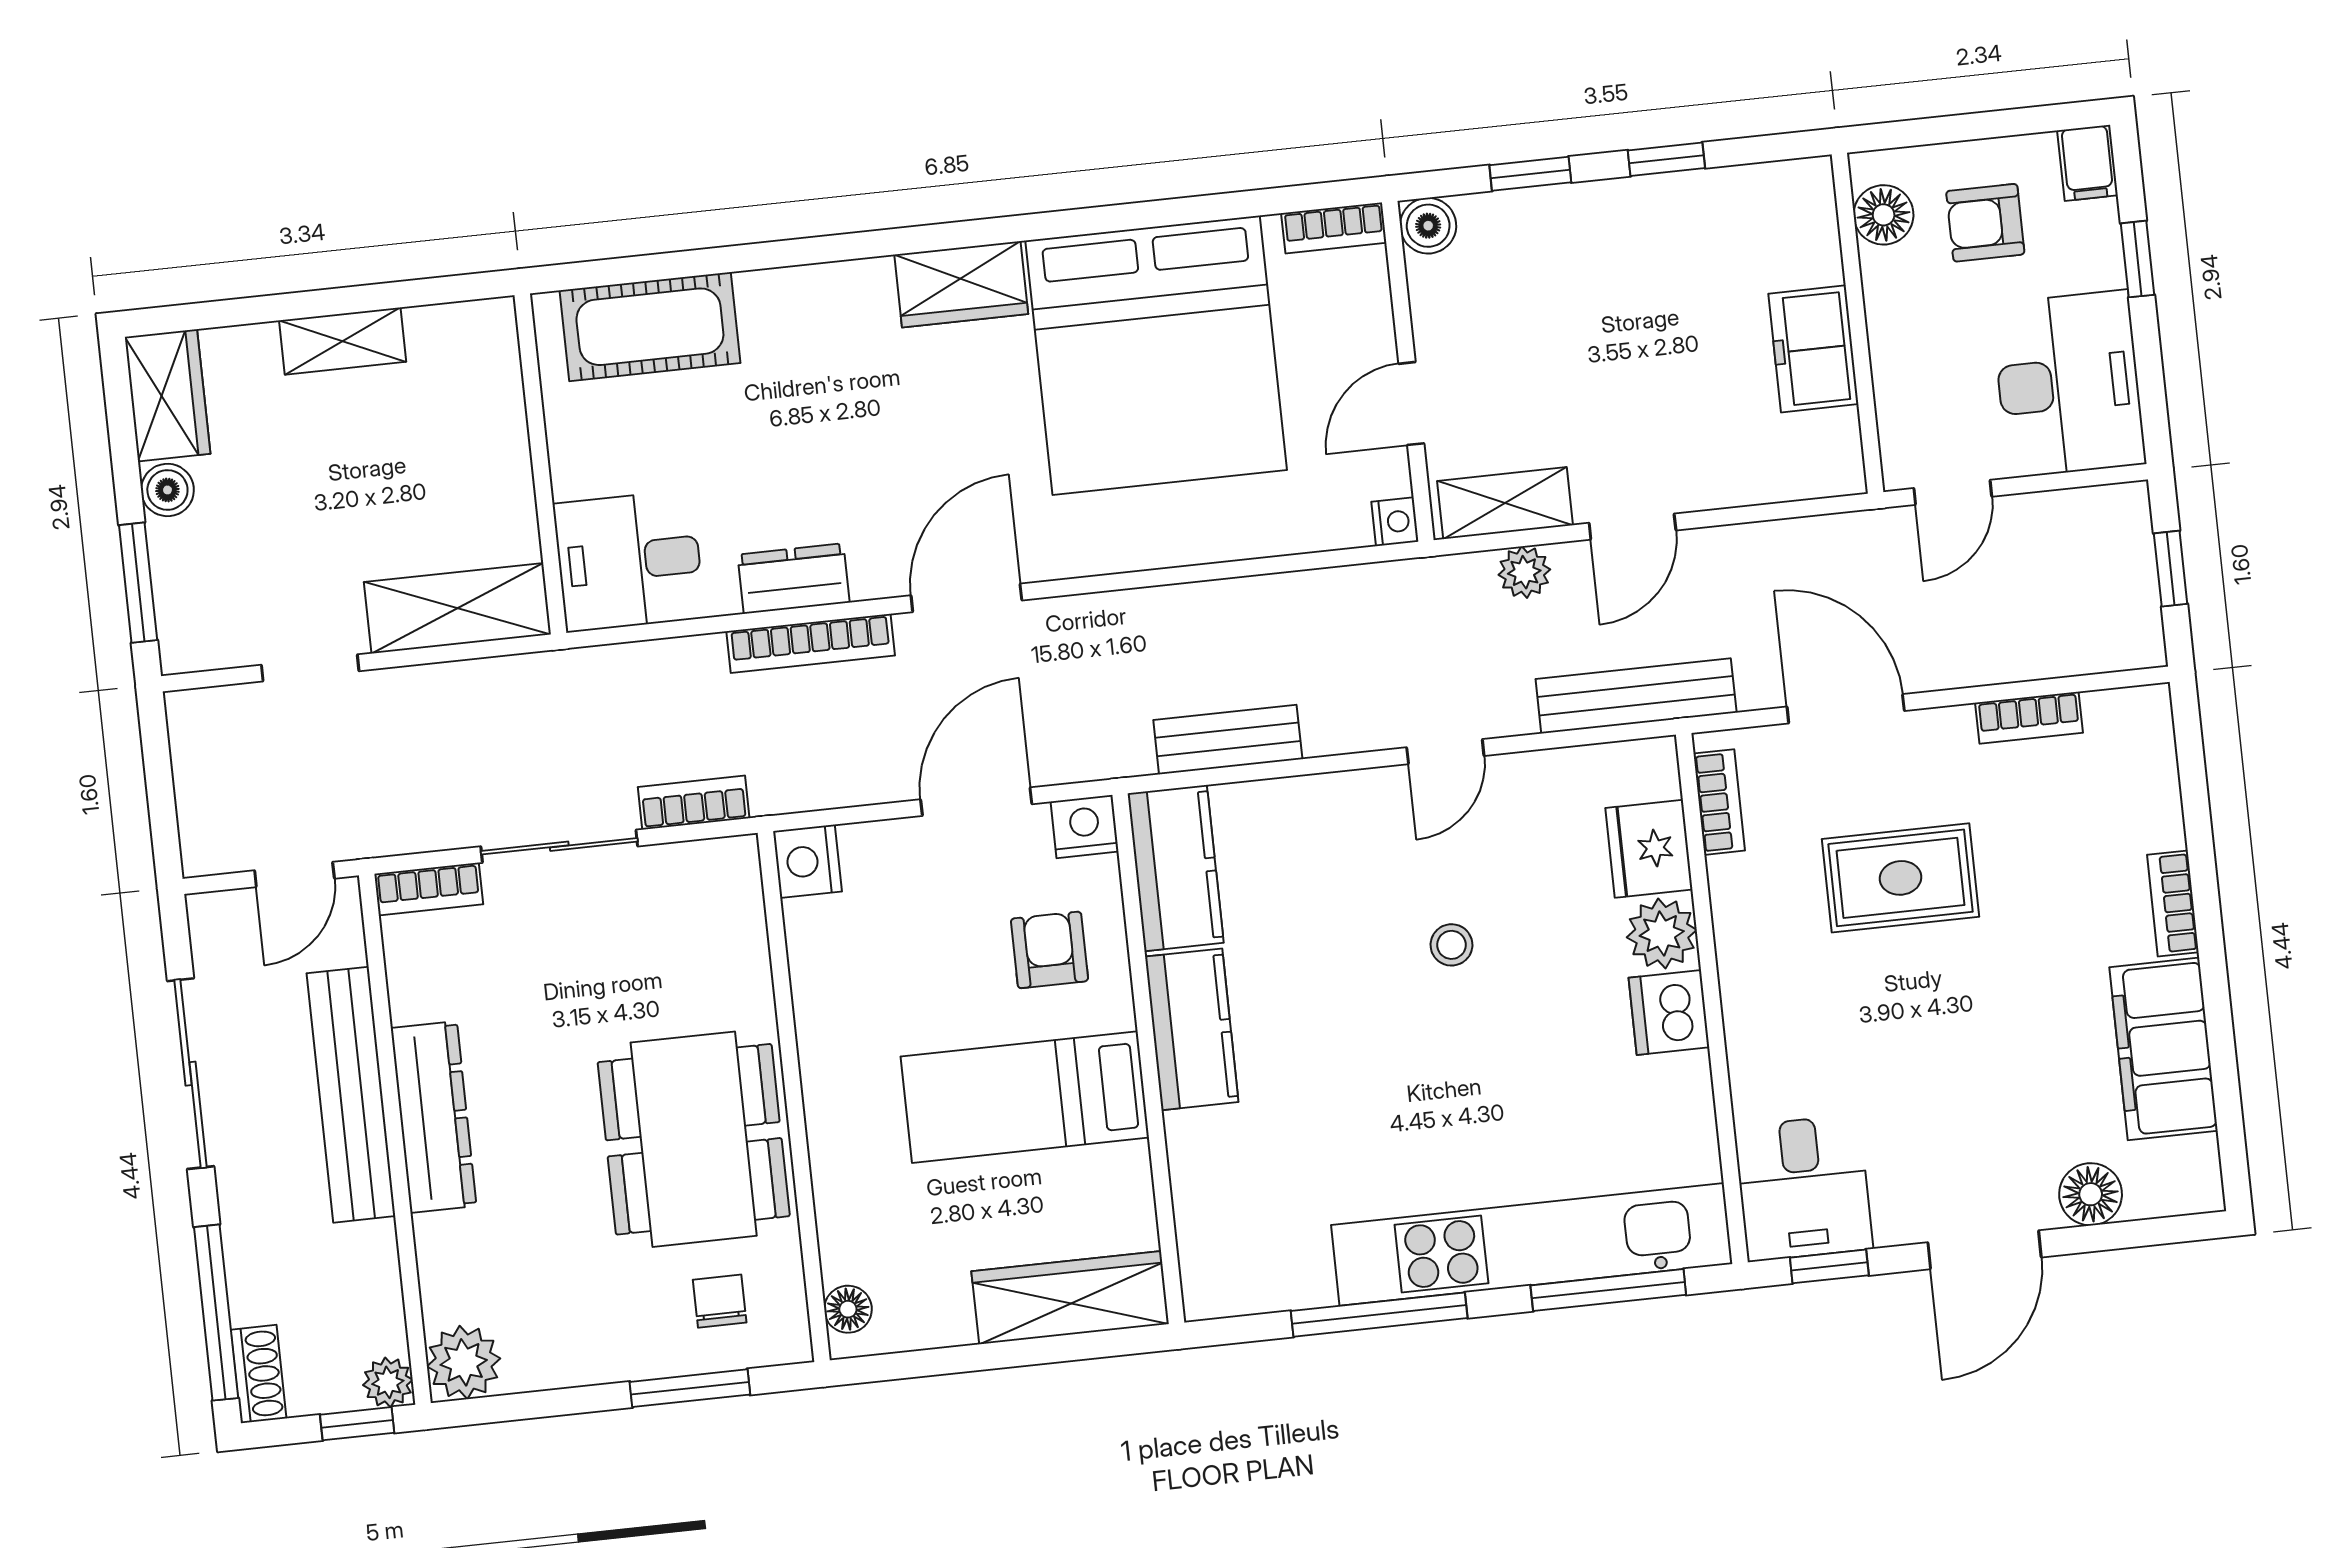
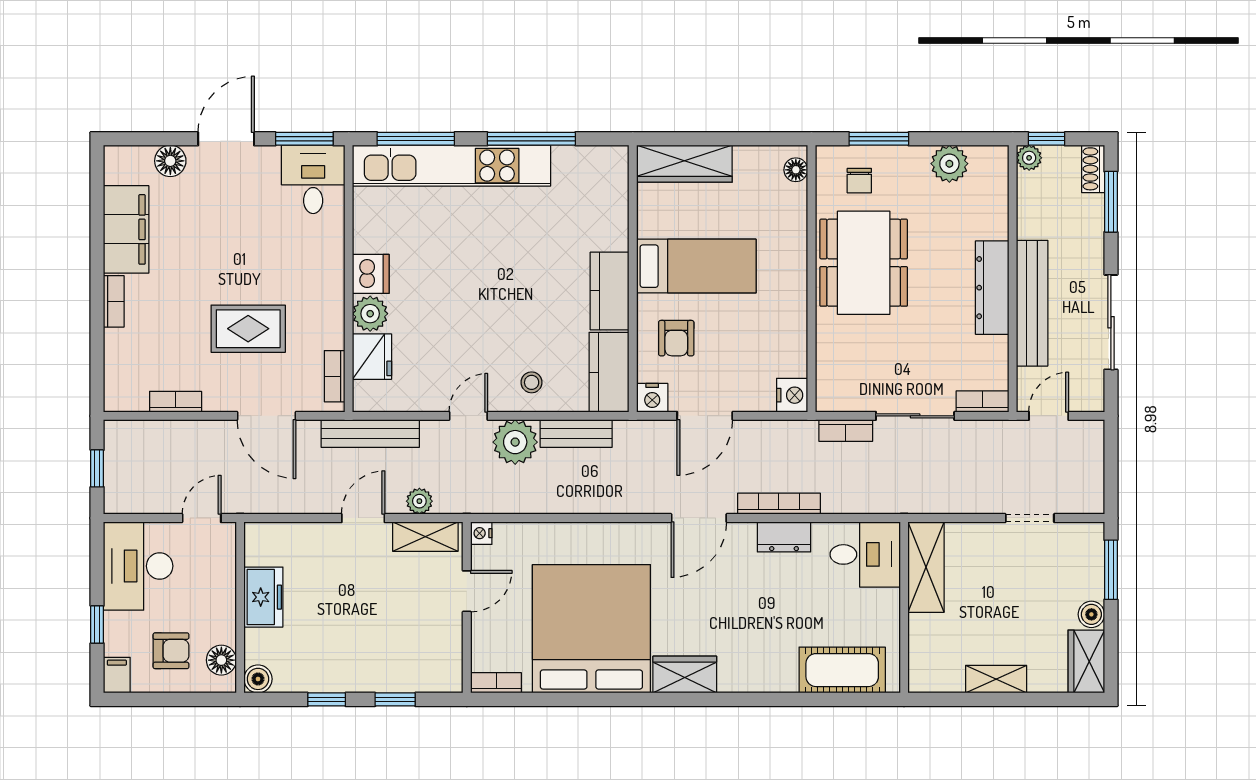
boiler: (1428, 226) -> (258, 679), moved
shelving: (457, 608) -> (926, 567), moved, turned 90
plant: (1347, 710) -> (515, 442), added
stool: (1451, 945) -> (532, 382), moved
window: (1829, 1266) -> (304, 139), width x1.50
window: (216, 1313) -> (1111, 202), width x0.69
plant: (464, 1362) -> (949, 164), moved

